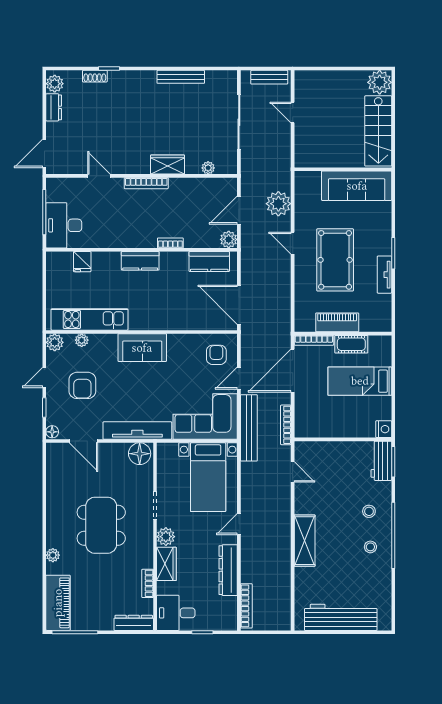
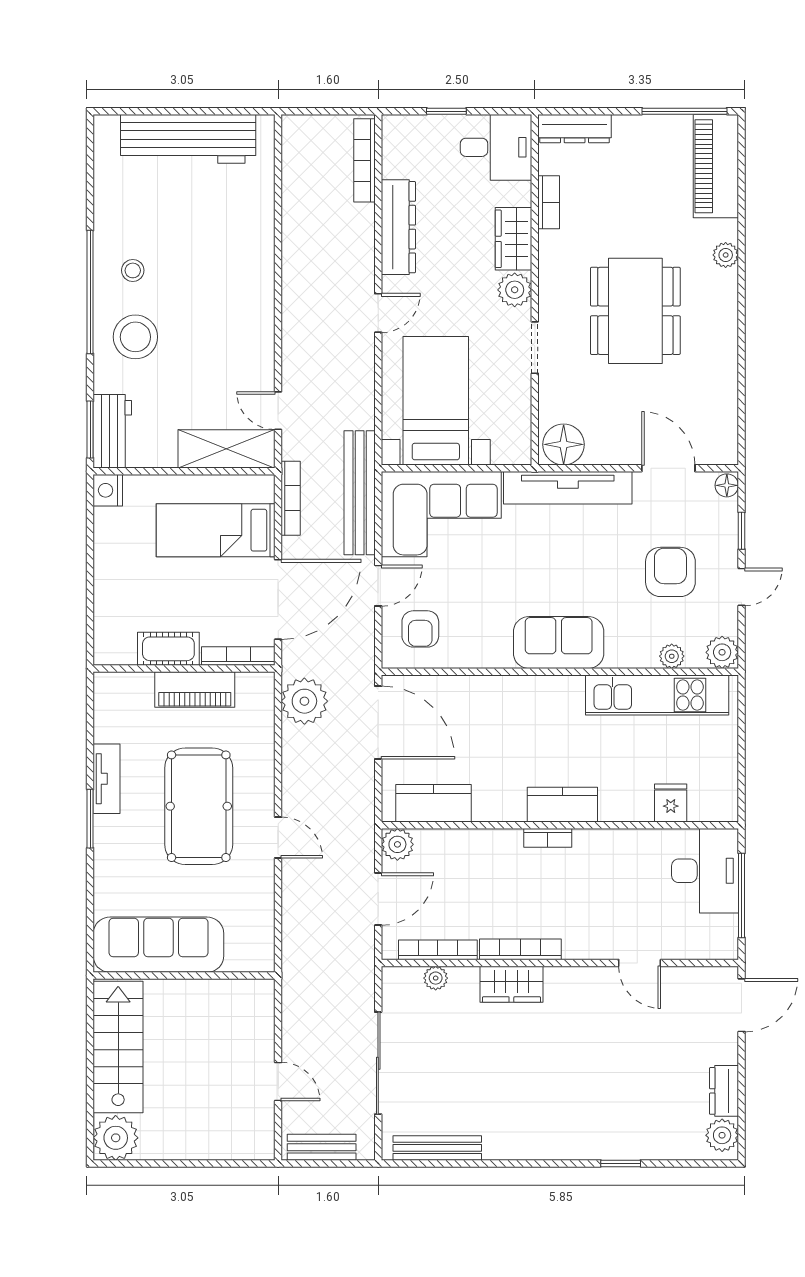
shoe rack: (95, 76) -> (647, 1149), removed
bench: (181, 77) -> (437, 1148), moved
bookcase: (146, 183) -> (520, 949), moved
bookcase: (207, 183) -> (438, 950), added
plant: (278, 204) -> (304, 701), moved
bookcase: (170, 243) -> (548, 838), moved
bed: (360, 381) -> (216, 530), moved, turned 180
stool: (369, 511) -> (135, 337), width x1.89, depth x1.89
shelving: (305, 541) -> (226, 449), moved, turned 90

